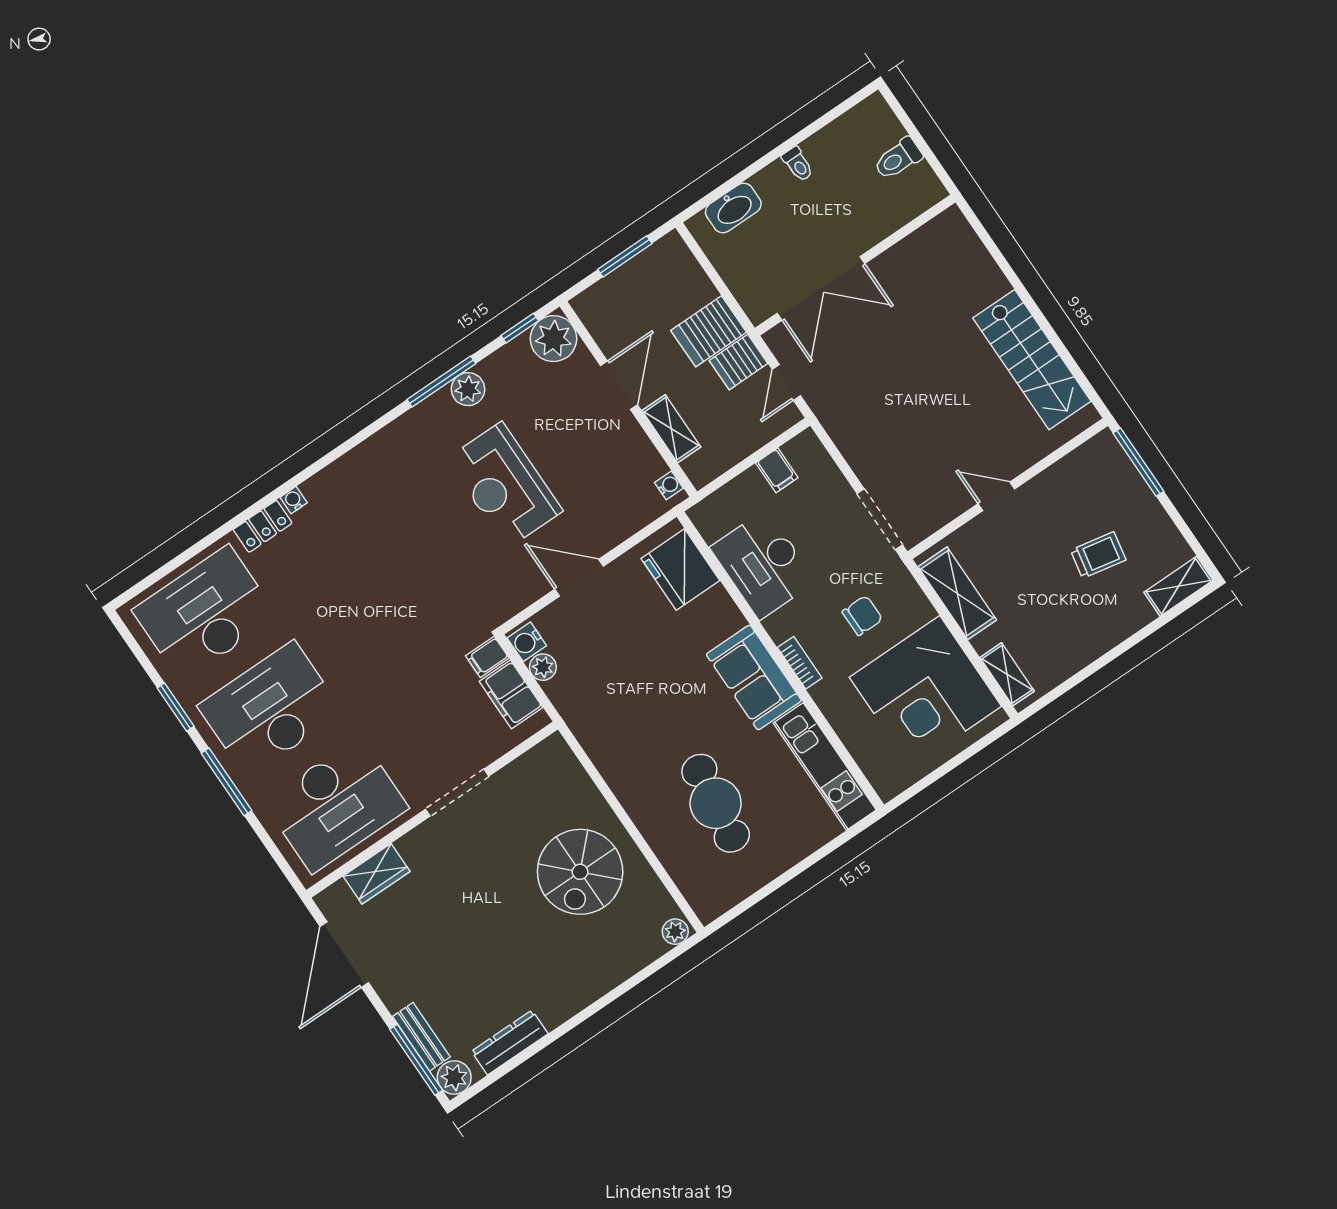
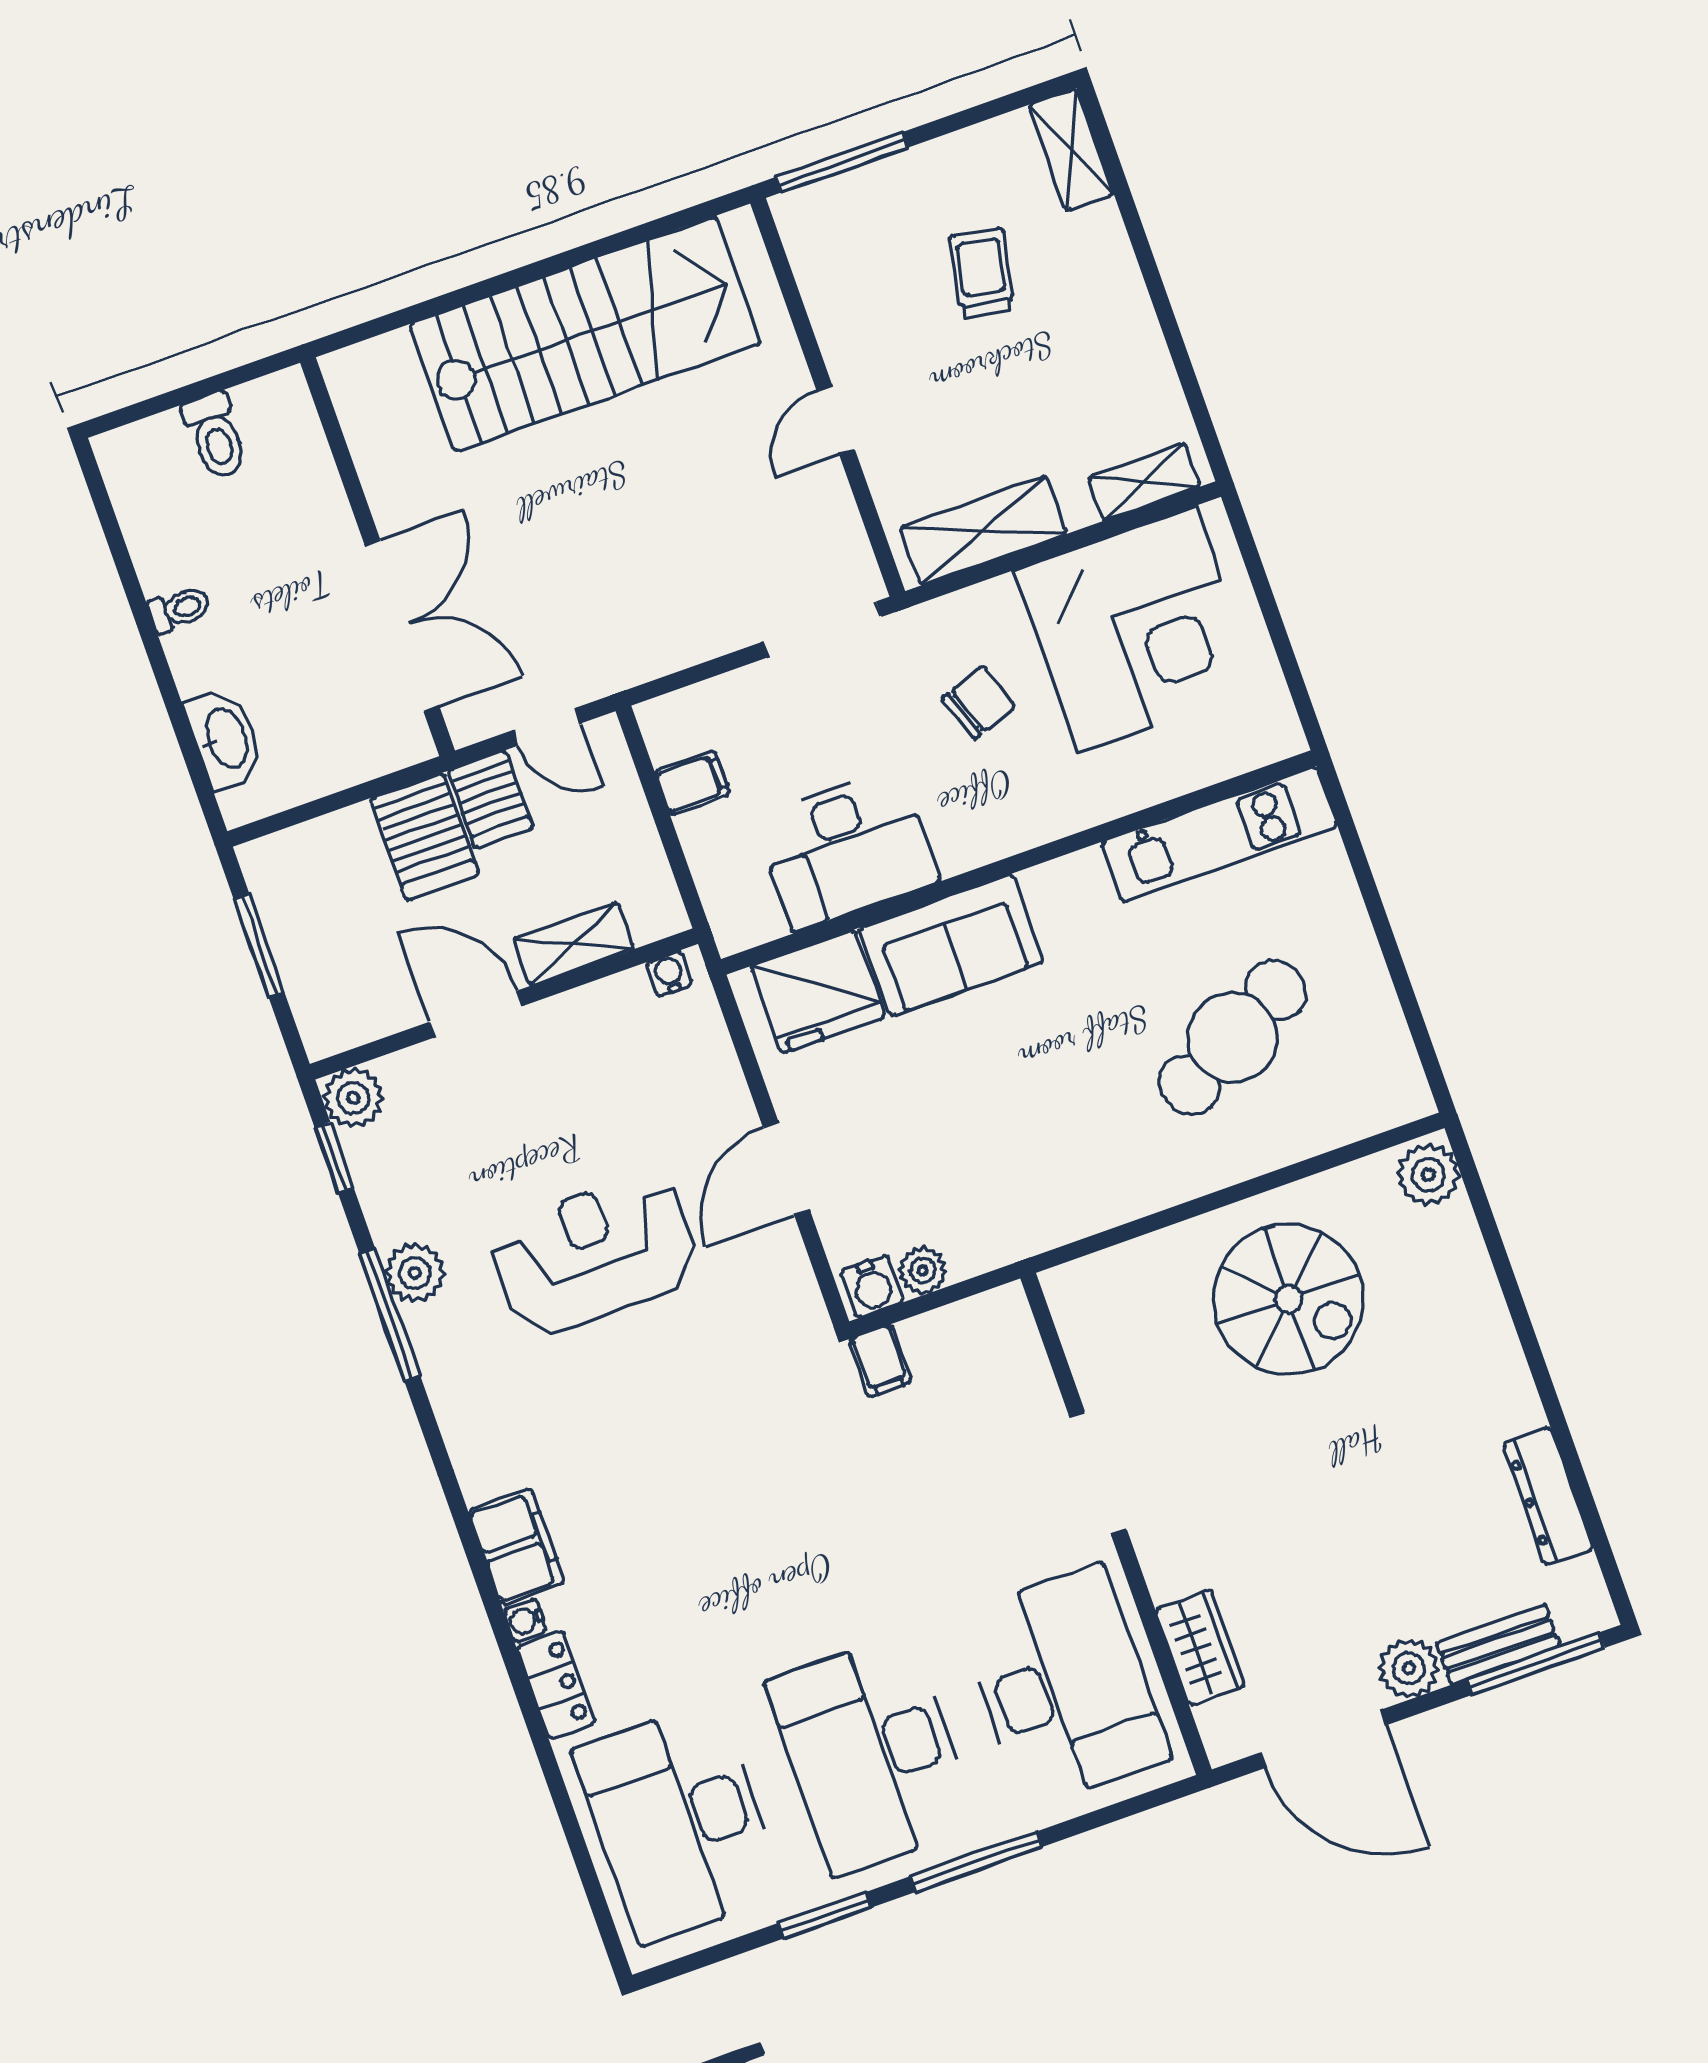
plant: (554, 339) -> (353, 1098), width x0.73, depth x0.73
stairs: (1032, 360) -> (585, 334), width x1.36, depth x1.51
reception desk: (505, 485) -> (595, 1254), turned 180
chair: (862, 616) -> (979, 702), turned 71
bookcase: (800, 663) -> (1031, 831), removed
sofa: (754, 677) -> (951, 945), moved
filing cabinet: (511, 694) -> (516, 1547), moved, turned -90
cafe table: (716, 803) -> (1233, 1037), turned -36
plant: (675, 932) -> (1428, 1175), width x1.38, depth x1.38
plant: (454, 1077) -> (1409, 1668), moved

